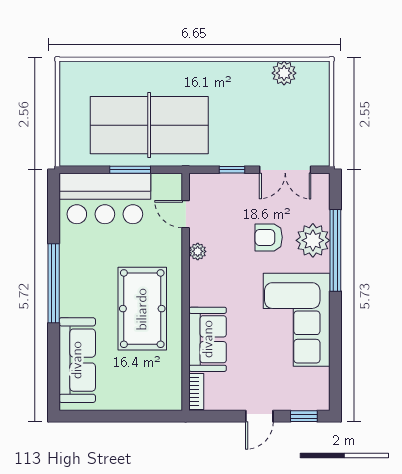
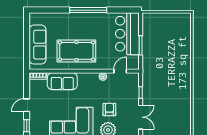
plant: (284, 73) -> (185, 117), removed
table tennis table: (149, 125) -> (161, 54), removed
double door: (285, 170) -> (141, 117), swing flipped
sofa: (77, 360) -> (38, 45), moved, turned -90
door: (259, 416) -> (27, 105), hinge flipped

